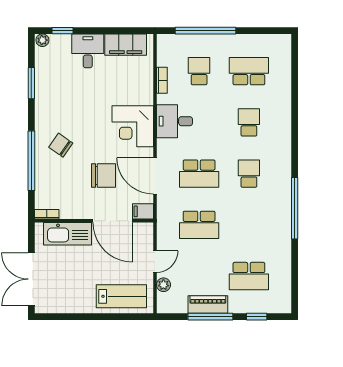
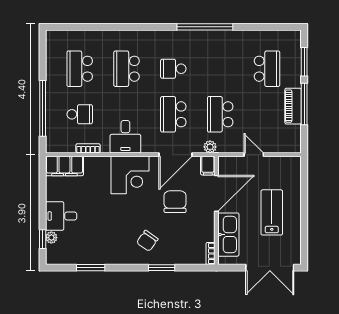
plant: (42, 40) -> (51, 238), moved
filing cabinet: (126, 45) -> (64, 166), moved, turned 90
school desk: (199, 71) -> (80, 114), turned 180
school desk: (249, 122) -> (126, 69), width x1.85
window: (31, 161) -> (162, 268), width x0.47
school desk: (199, 174) -> (173, 114), turned 180
school desk: (199, 225) -> (220, 114), turned 180
plant: (163, 285) -> (210, 147), moved
lab bench: (121, 296) -> (272, 212), moved
window: (257, 317) -> (304, 62), width x1.50

